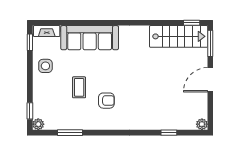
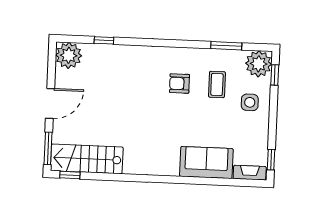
sofa: (90, 38) -> (206, 162), width x0.73
side table: (45, 66) -> (250, 102), moved
coffee table: (79, 87) -> (217, 84), moved
plant: (38, 124) -> (259, 64), width x1.88, depth x1.88
plant: (202, 124) -> (69, 55), width x1.88, depth x1.88

